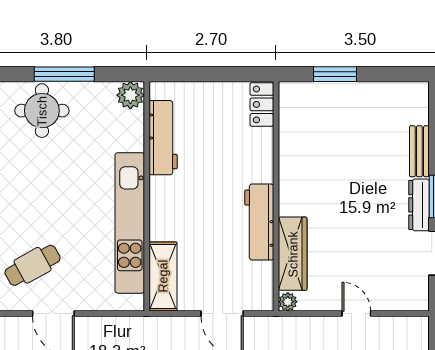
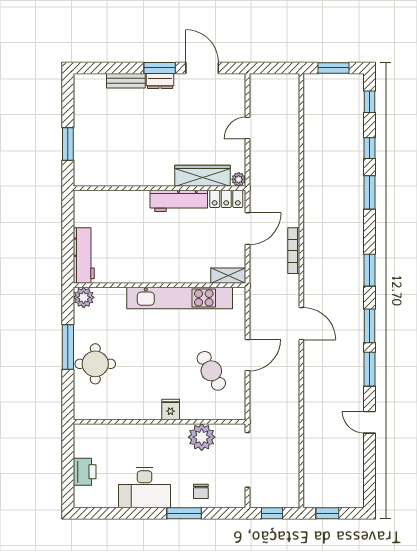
locker: (262, 104) -> (226, 199), moved
workbench: (163, 138) -> (84, 256), moved, turned 90
dresser: (419, 205) -> (160, 81), width x0.70
shelving: (163, 276) -> (228, 276), width x0.67, depth x0.75

